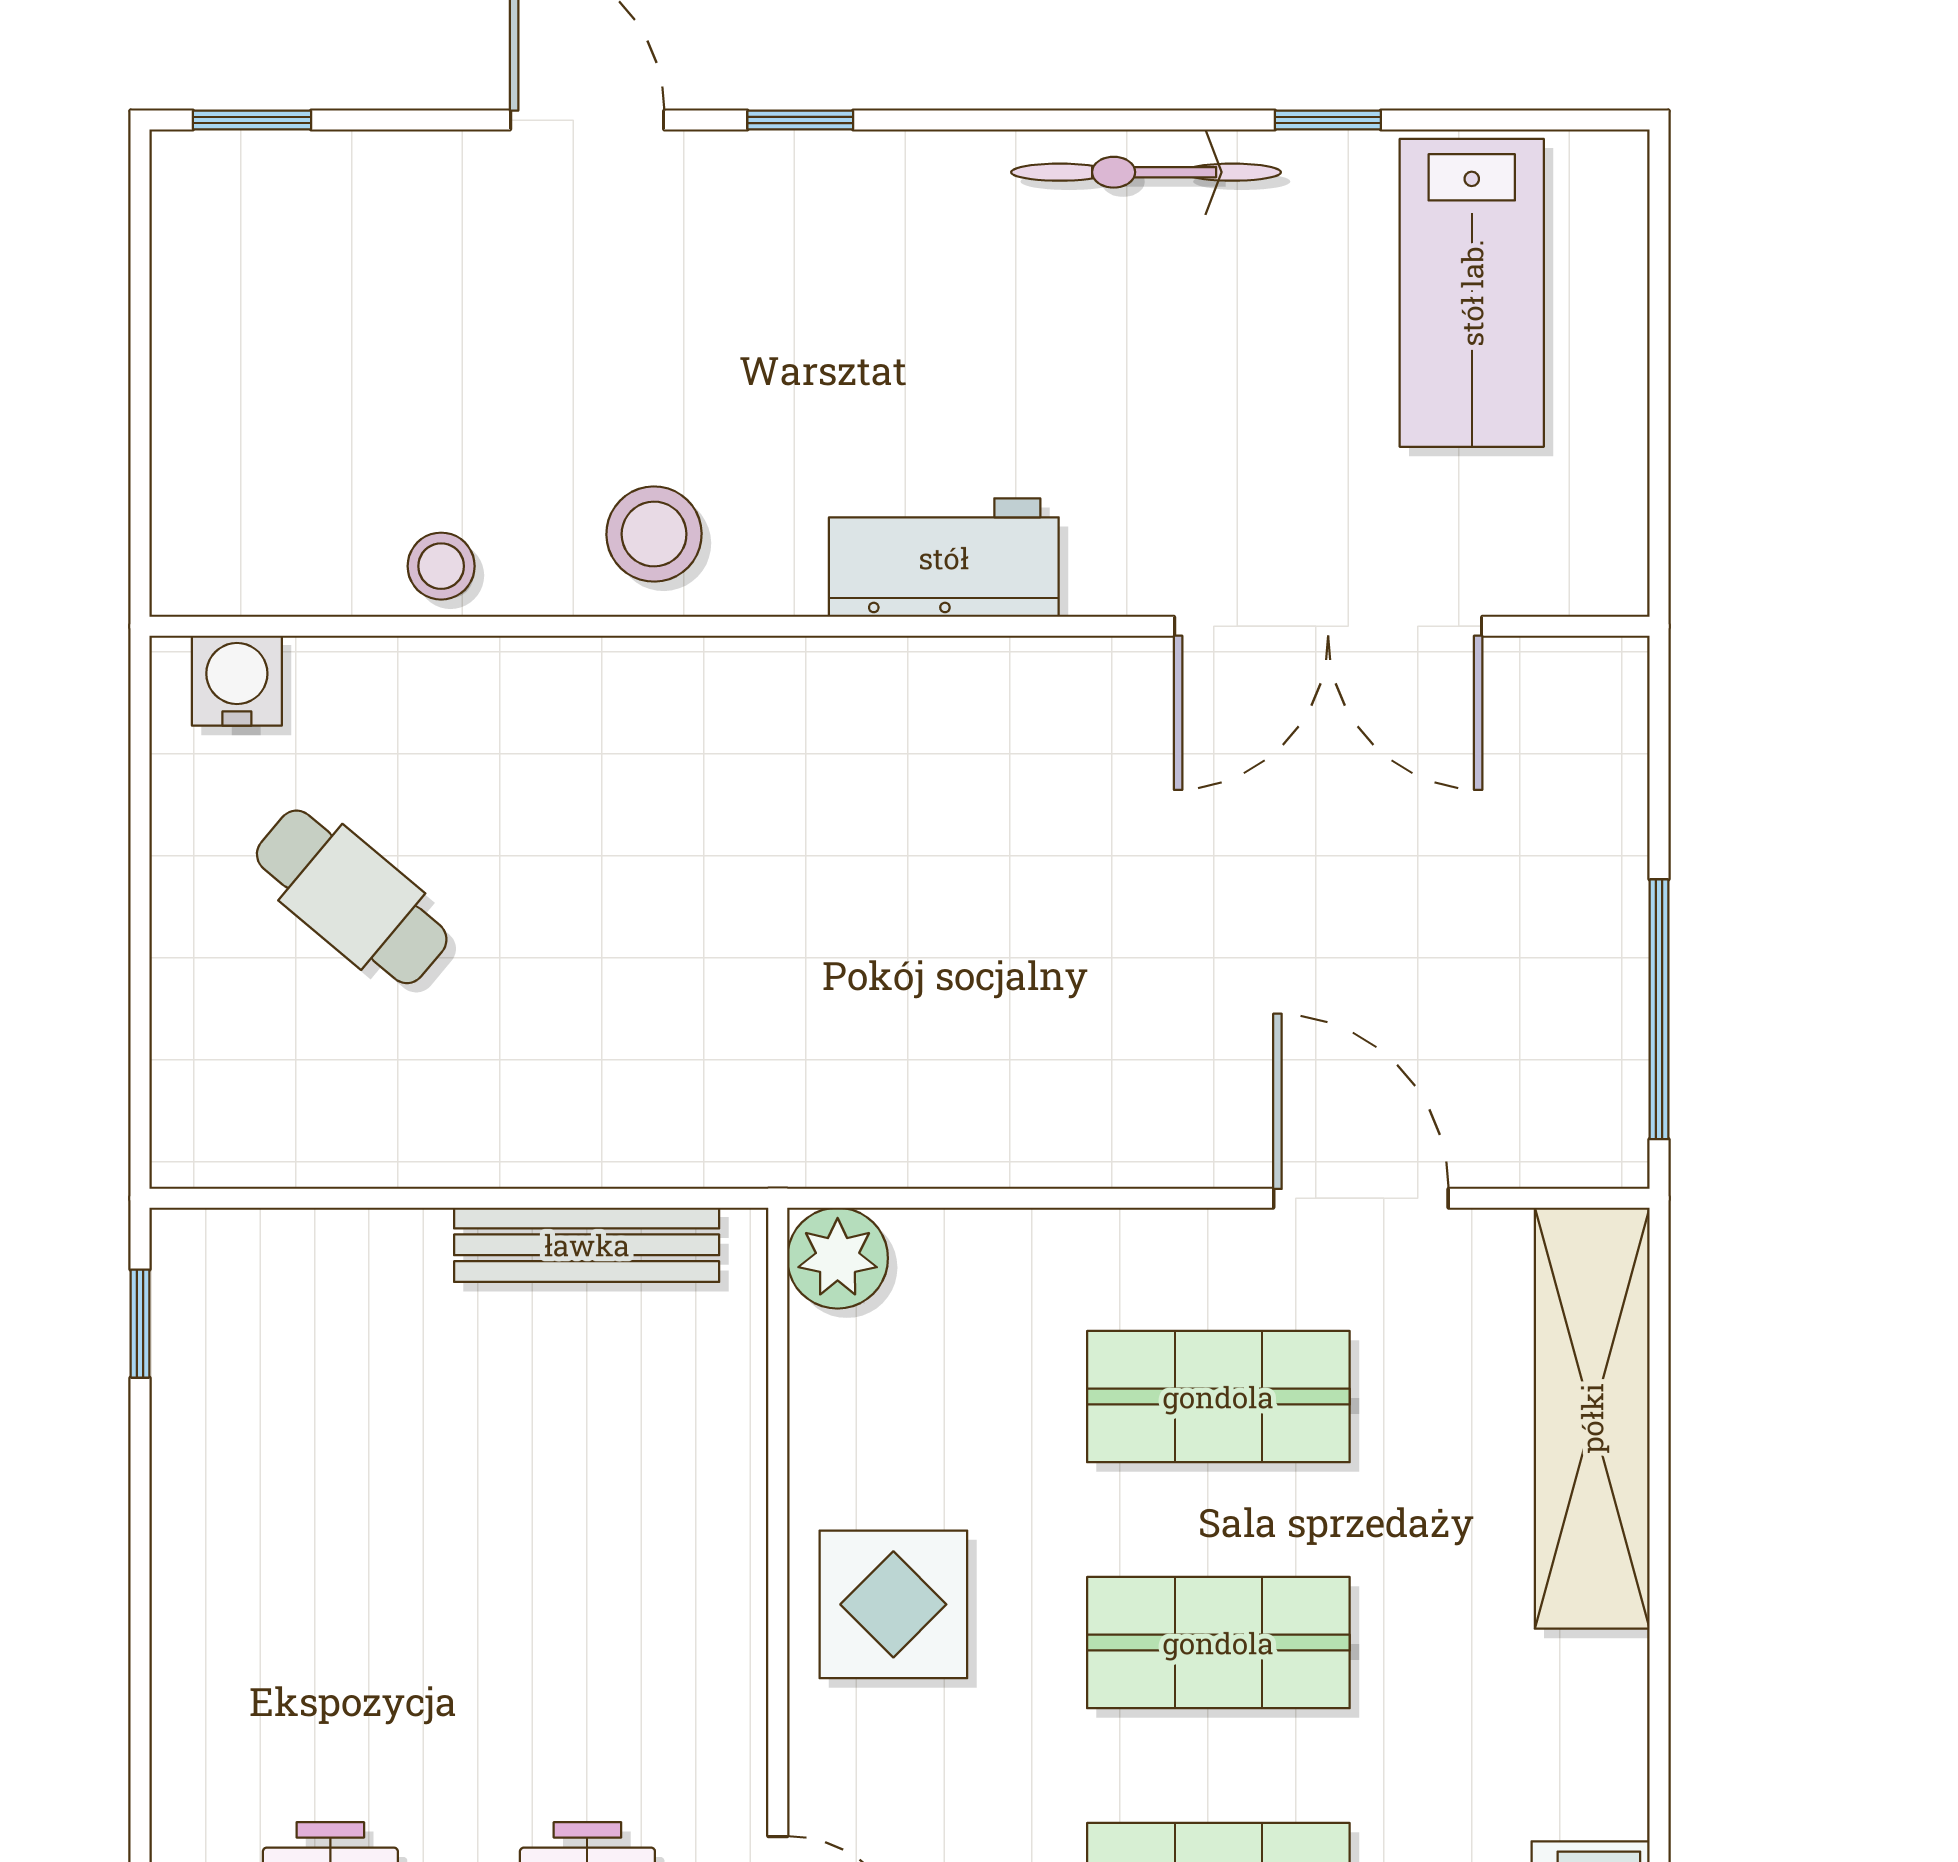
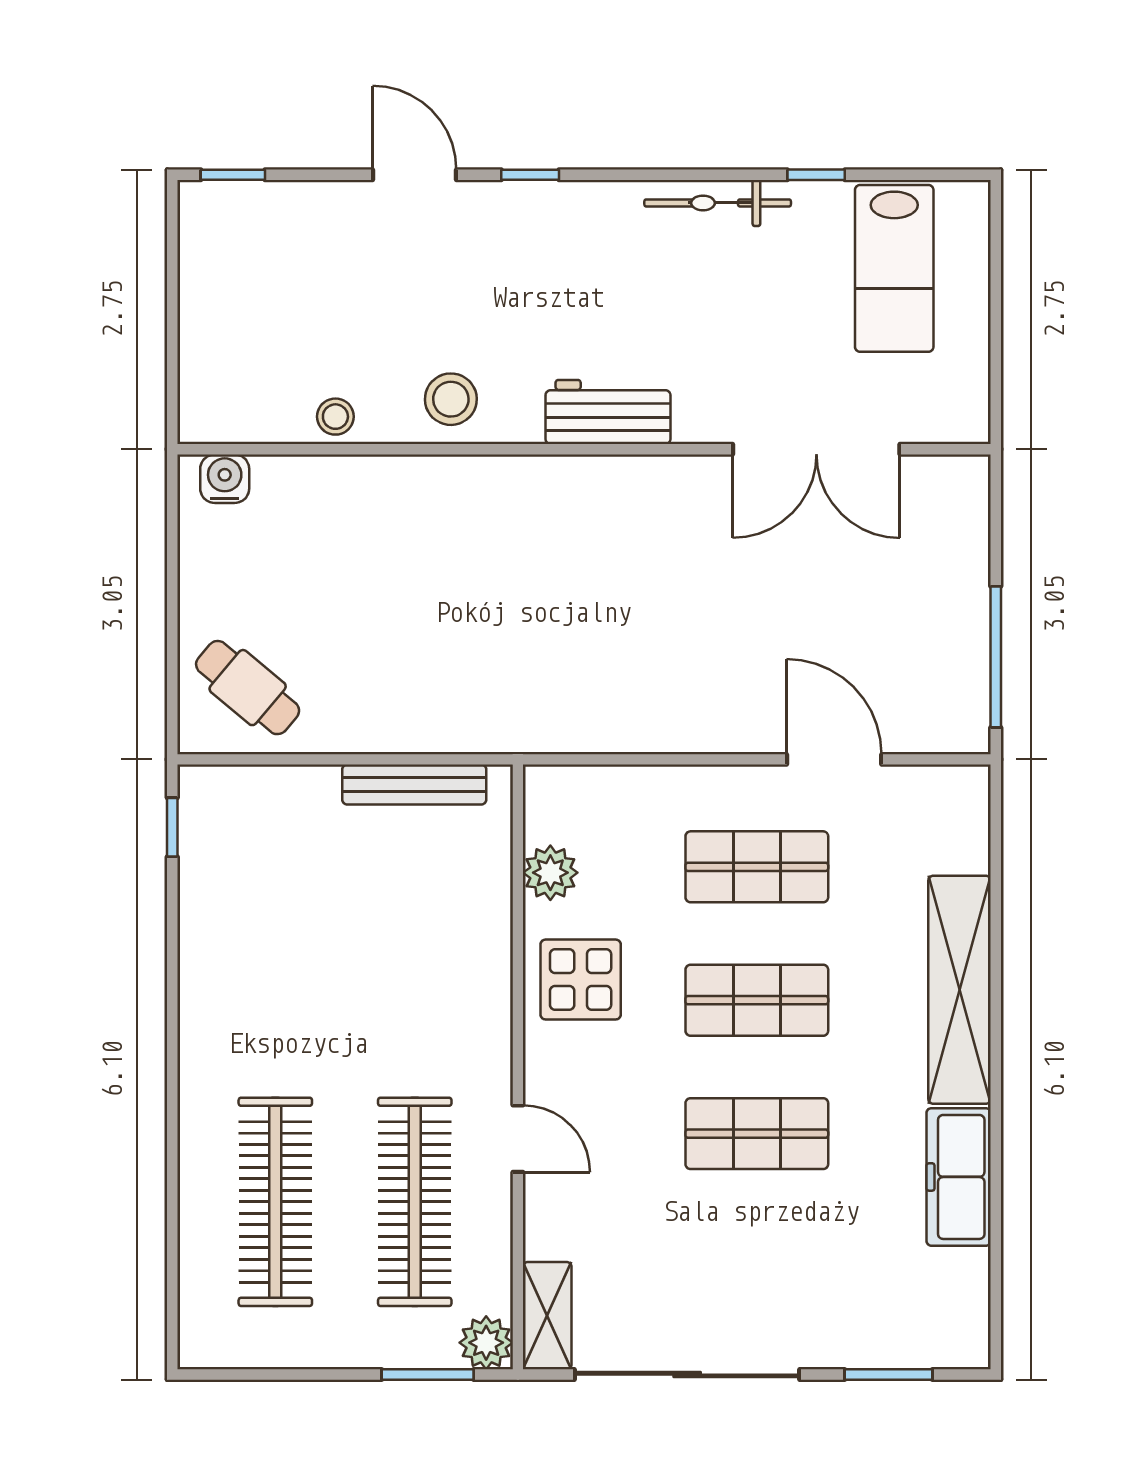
cafe table: (352, 897) -> (248, 688), moved
plant: (838, 1258) -> (550, 873), moved
shelving: (1592, 1418) -> (960, 990), moved

